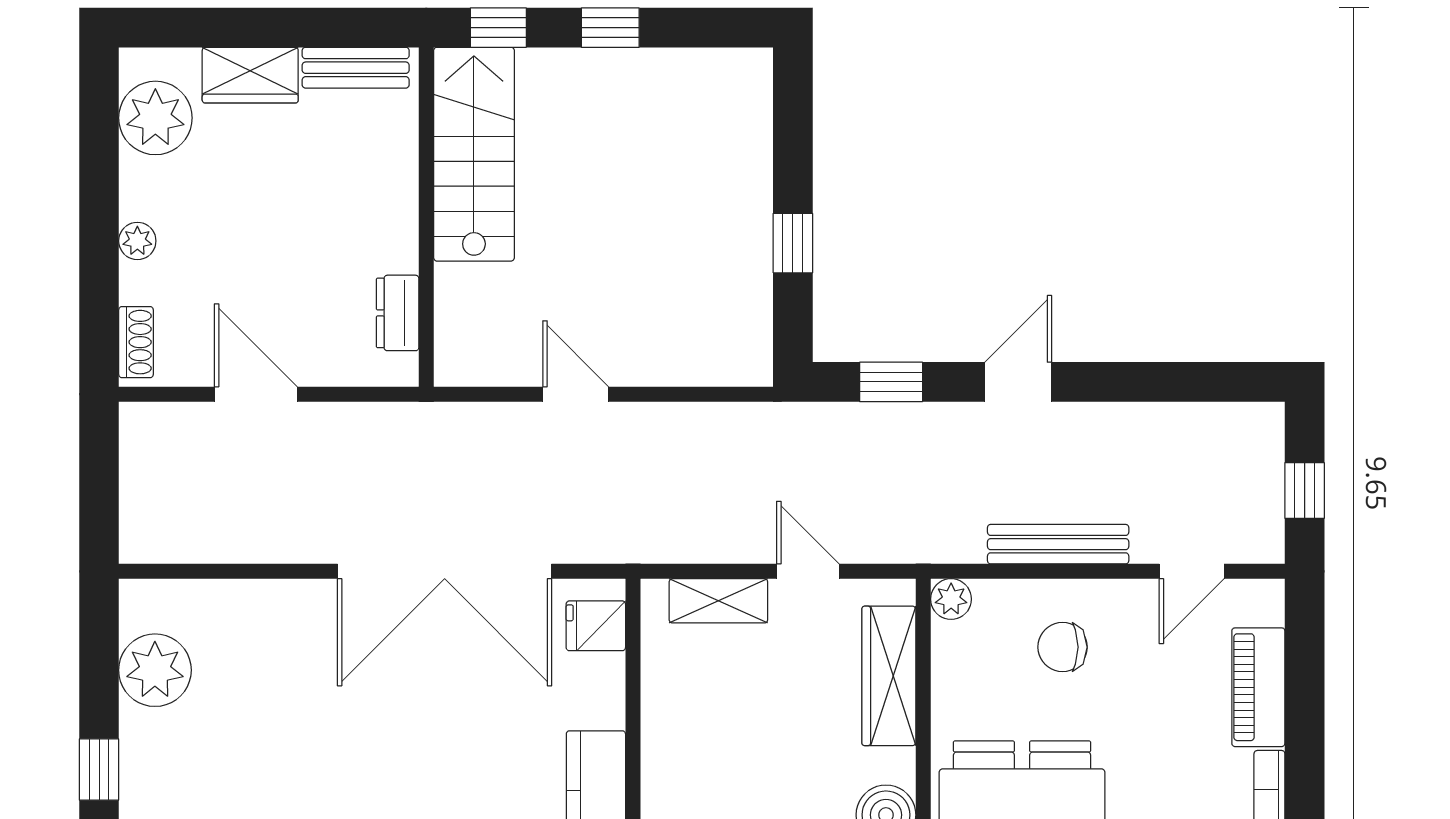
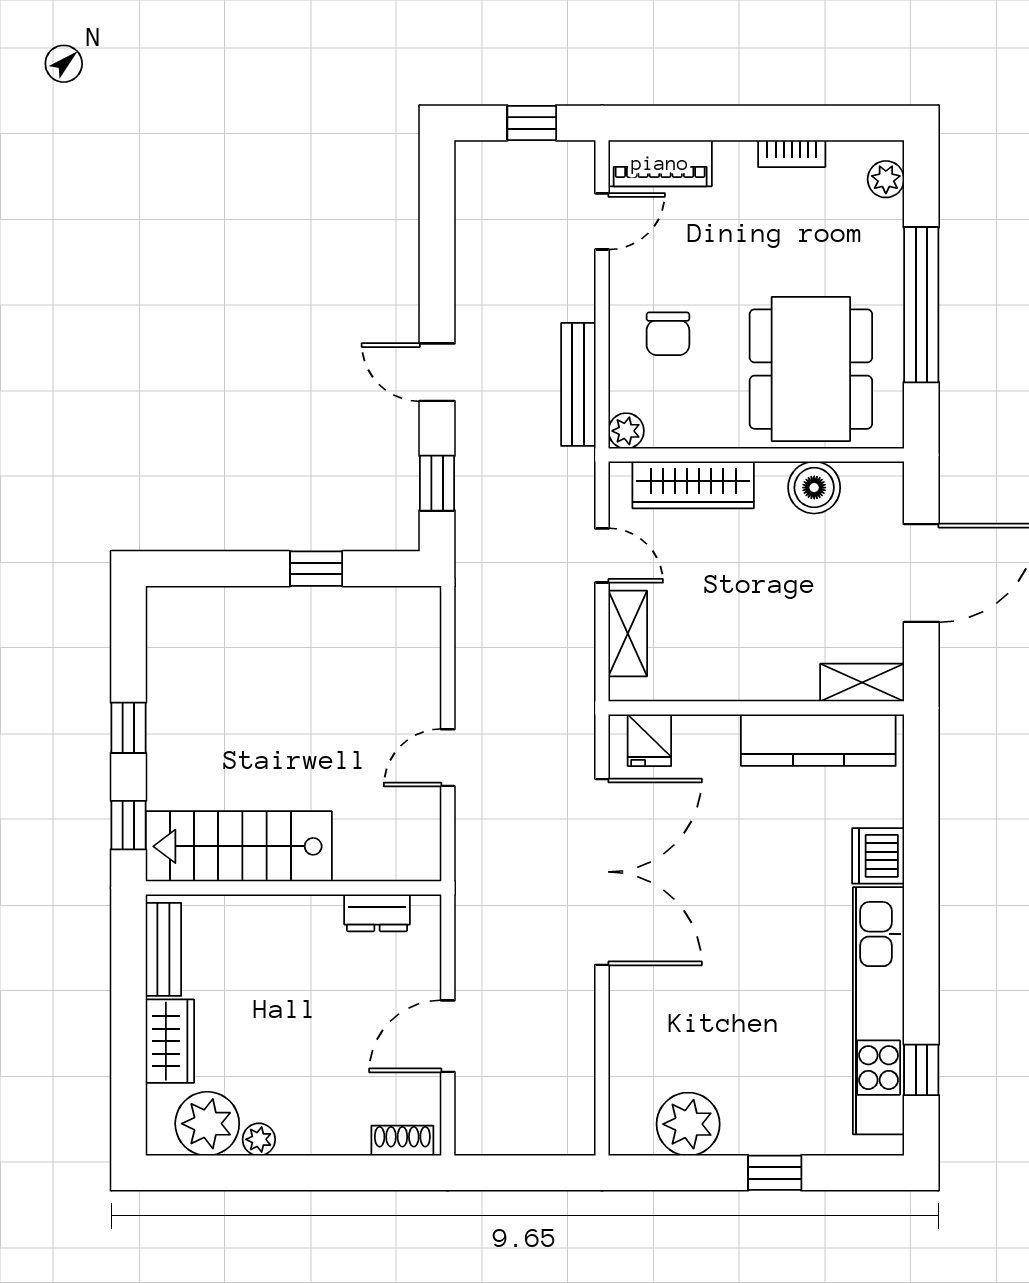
plant: (137, 241) -> (259, 1139), moved
bench: (1058, 544) -> (578, 384), moved
door: (808, 571) -> (602, 555), swing flipped
door: (1192, 571) -> (602, 221), hinge flipped
piano: (1258, 687) -> (660, 163), moved

